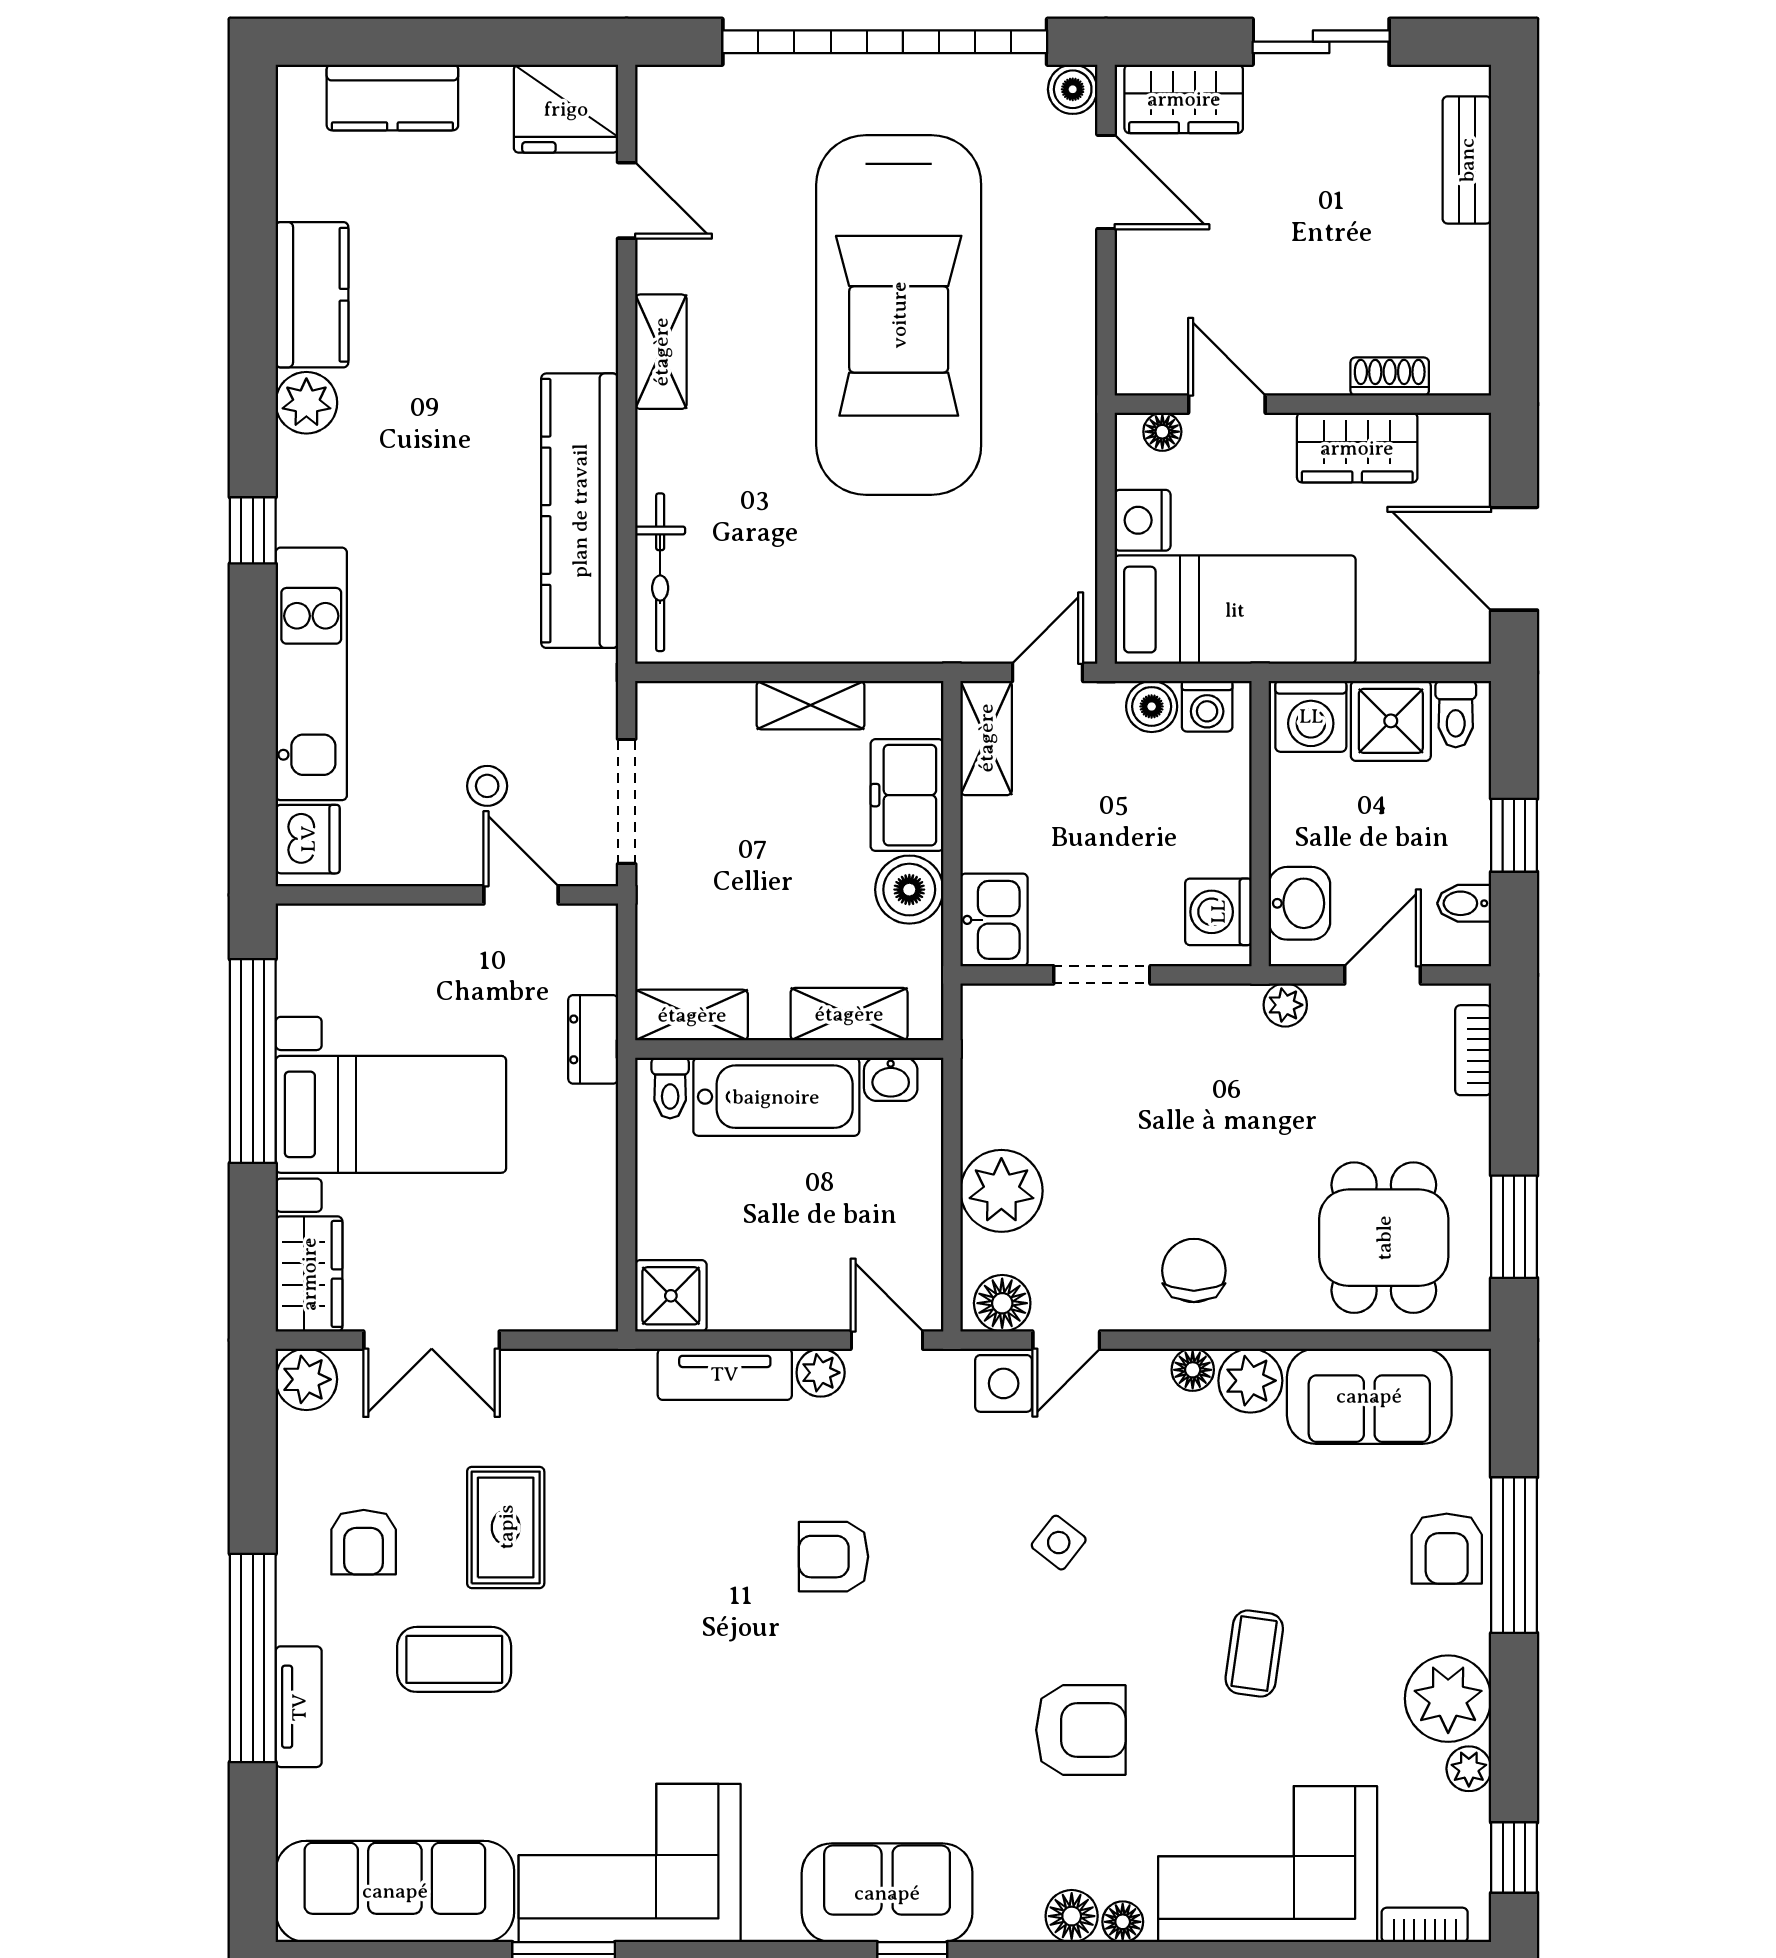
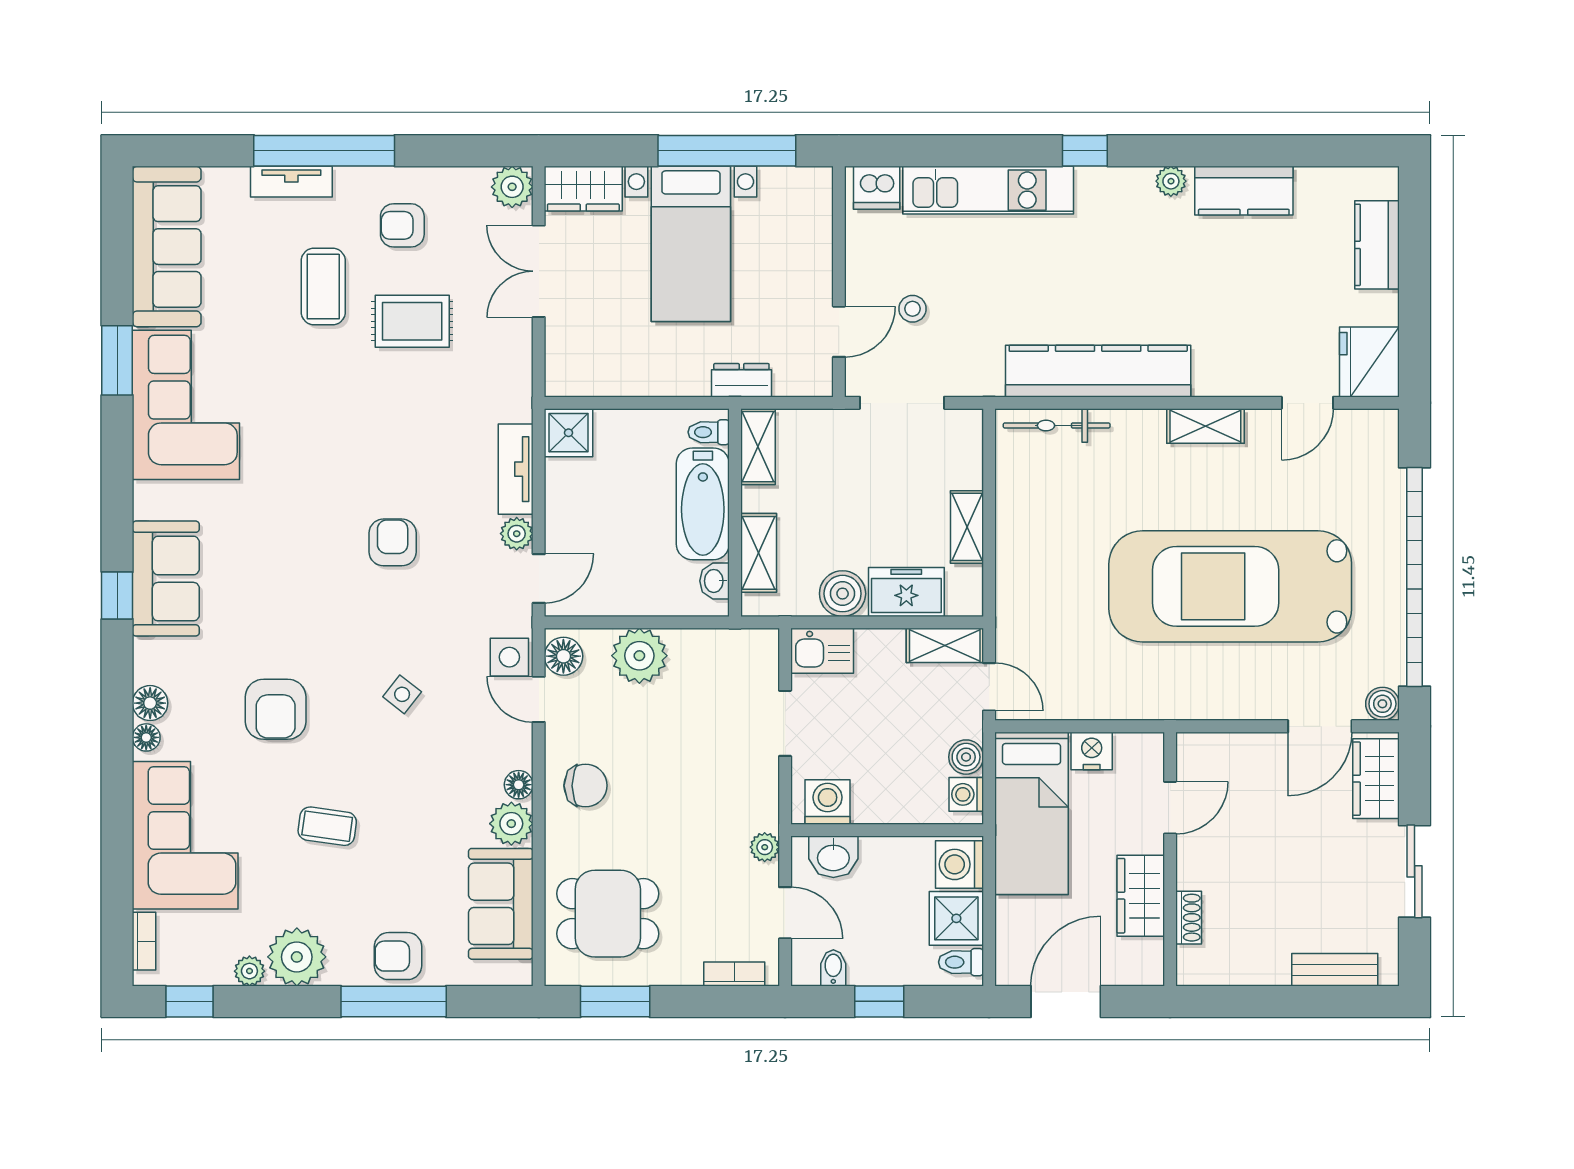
plant: (306, 403) -> (1171, 181), width x0.73, depth x0.73
floor lamp: (1162, 432) -> (1151, 764), removed

